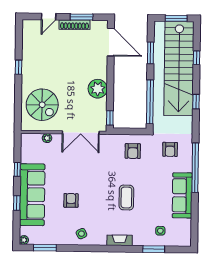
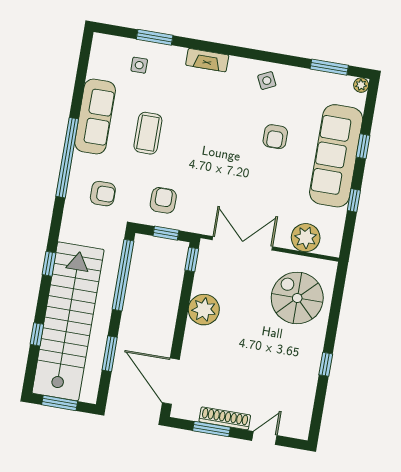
window: (128, 131) -> (166, 233), added
plant: (47, 138) -> (306, 238), width x1.87, depth x1.87
armchair: (170, 149) -> (103, 194), turned 90
coffee table: (126, 198) -> (148, 133), moved

